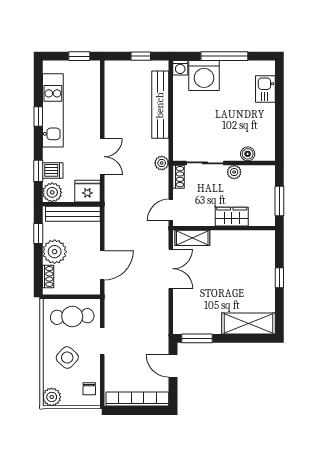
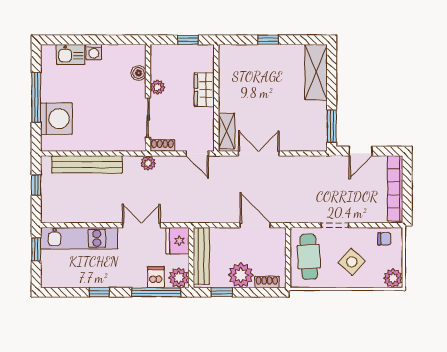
washing machine: (180, 68) -> (94, 52), moved, turned 90
kitchen unit: (53, 110) -> (79, 238), moved, turned 180
window: (38, 171) -> (156, 292), width x2.17
window: (279, 201) -> (188, 40), width x0.67

